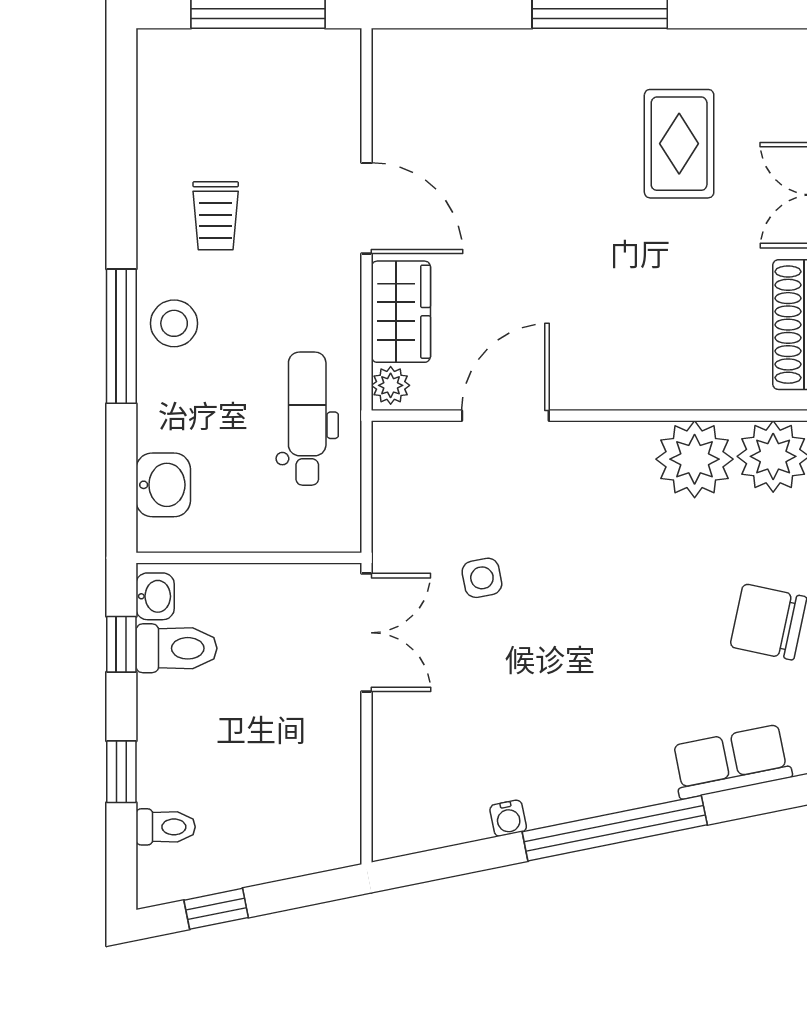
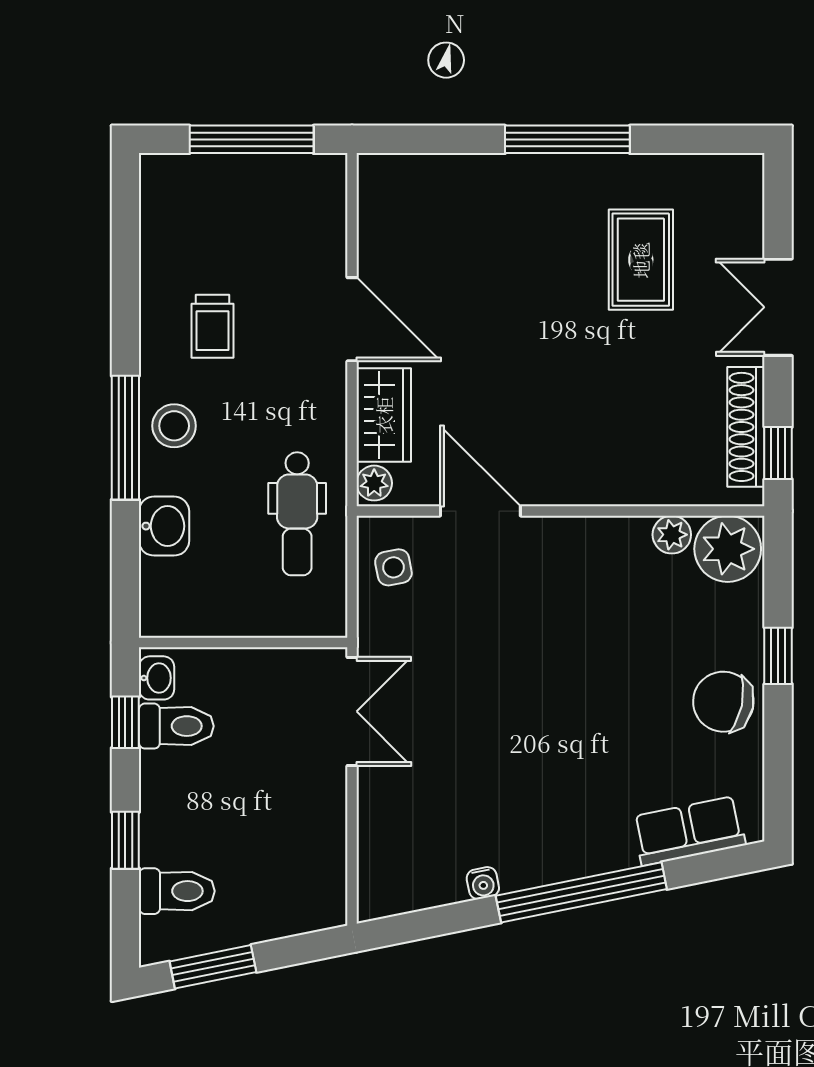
door: (505, 416) -> (480, 511), hinge flipped
dental chair: (307, 419) -> (297, 514), turned 180
plant: (695, 459) -> (672, 535), width x0.53, depth x0.53
washbasin: (163, 485) -> (164, 526), moved
side table: (482, 578) -> (393, 567), moved
toilet: (166, 827) -> (177, 891), width x1.37, depth x1.39
window: (216, 909) -> (213, 967), width x1.50

